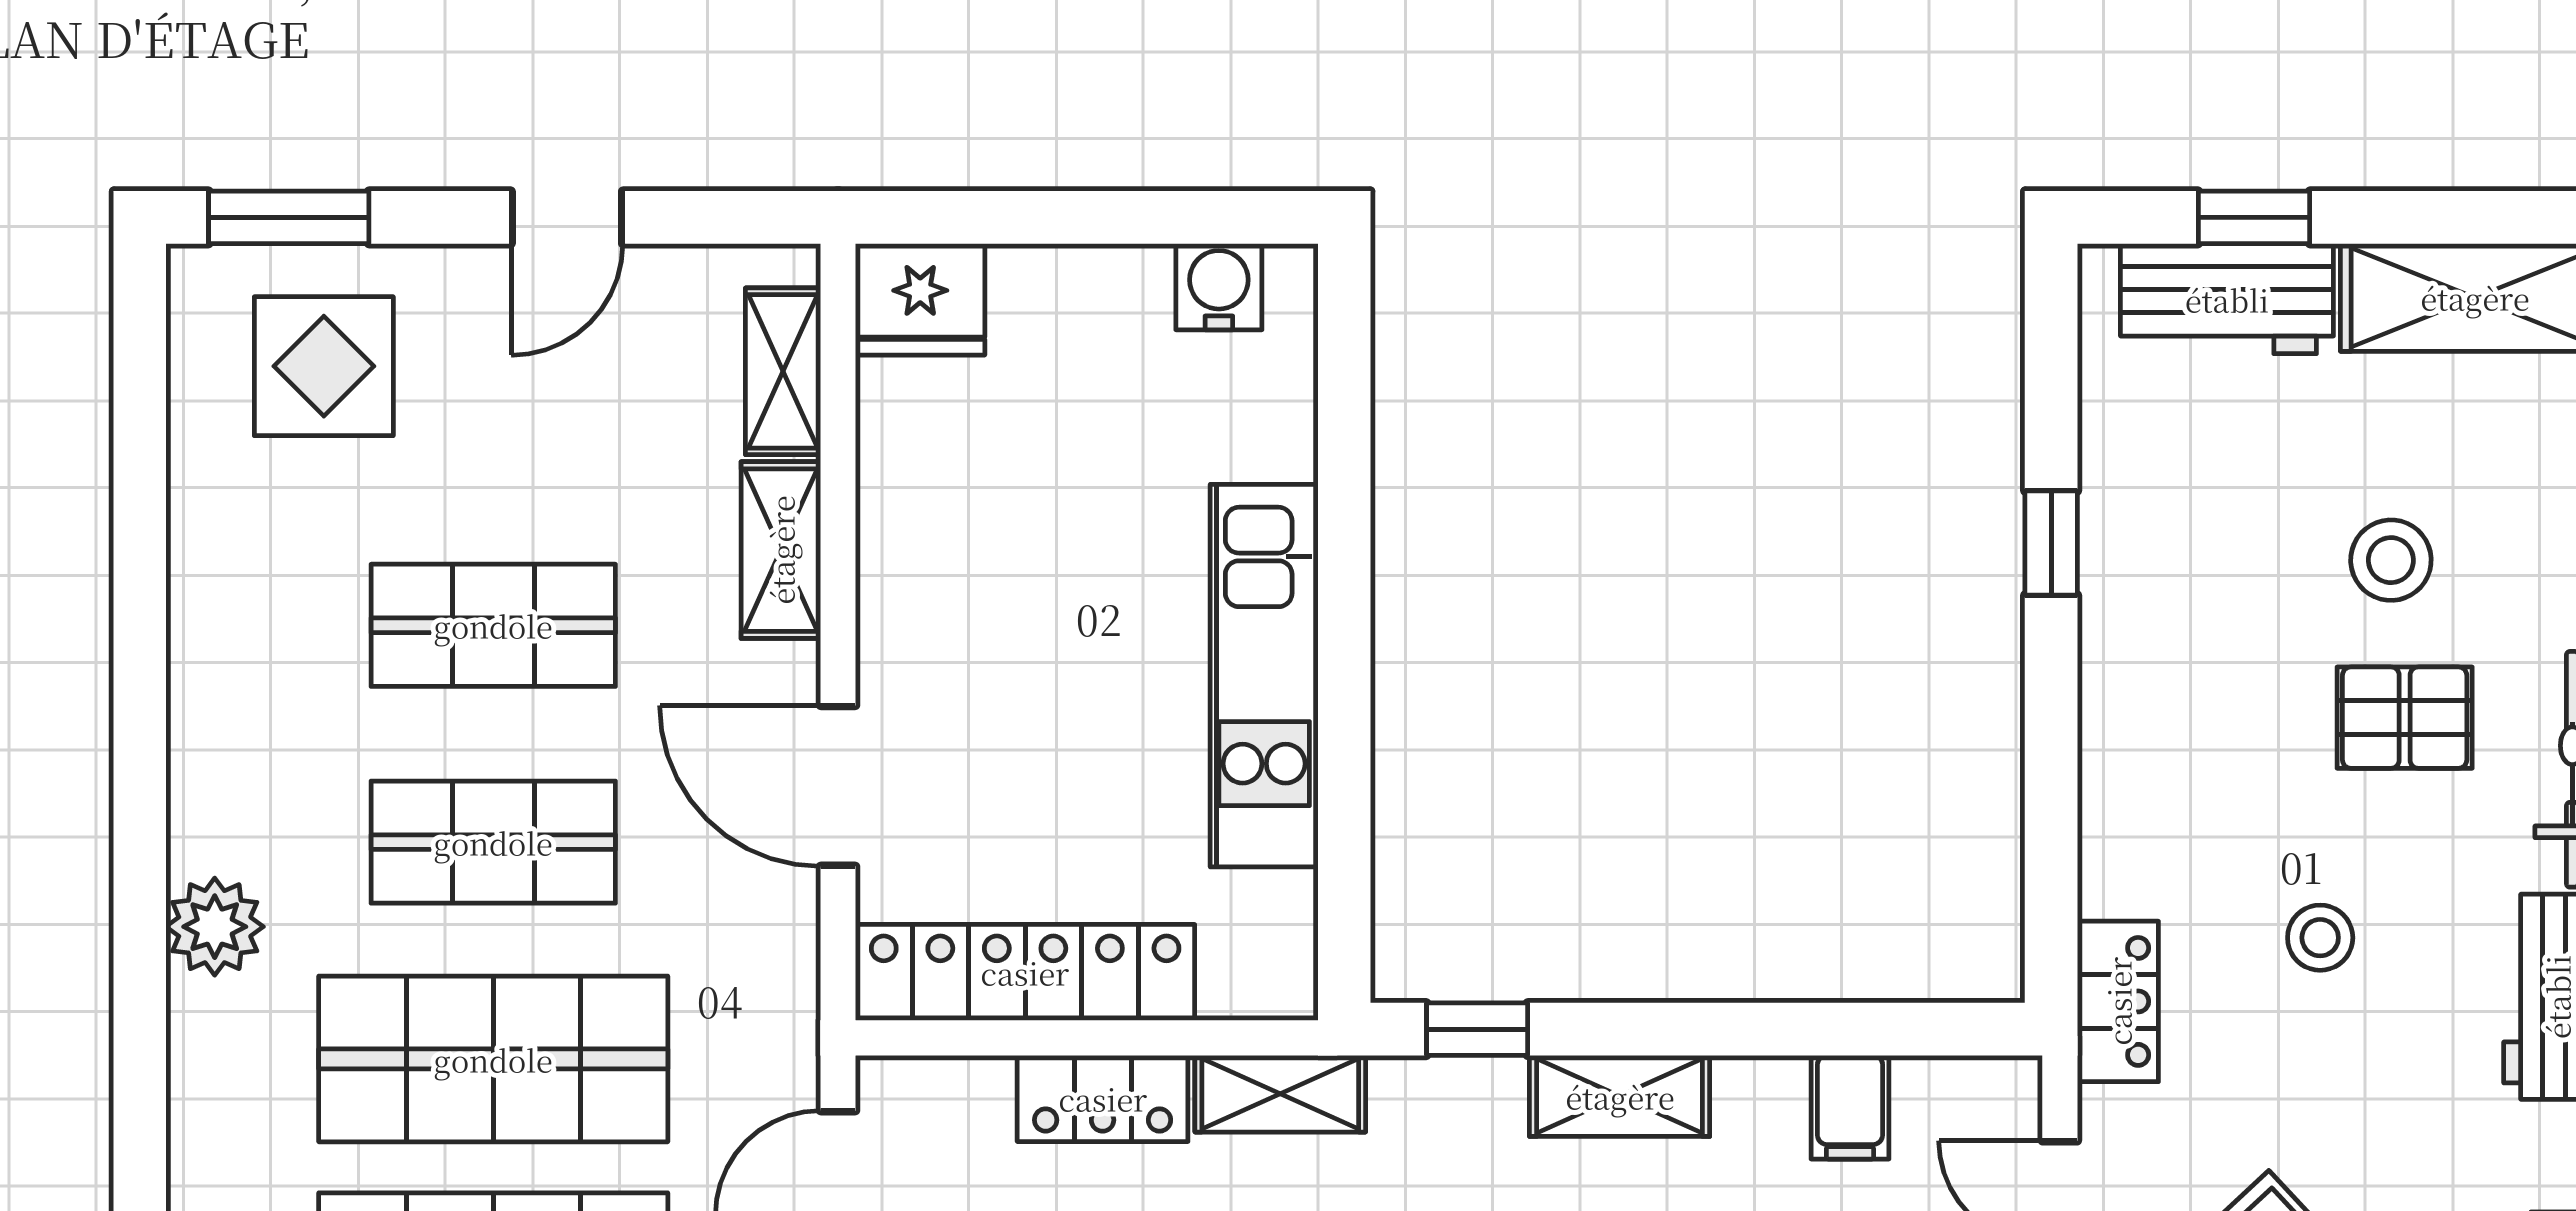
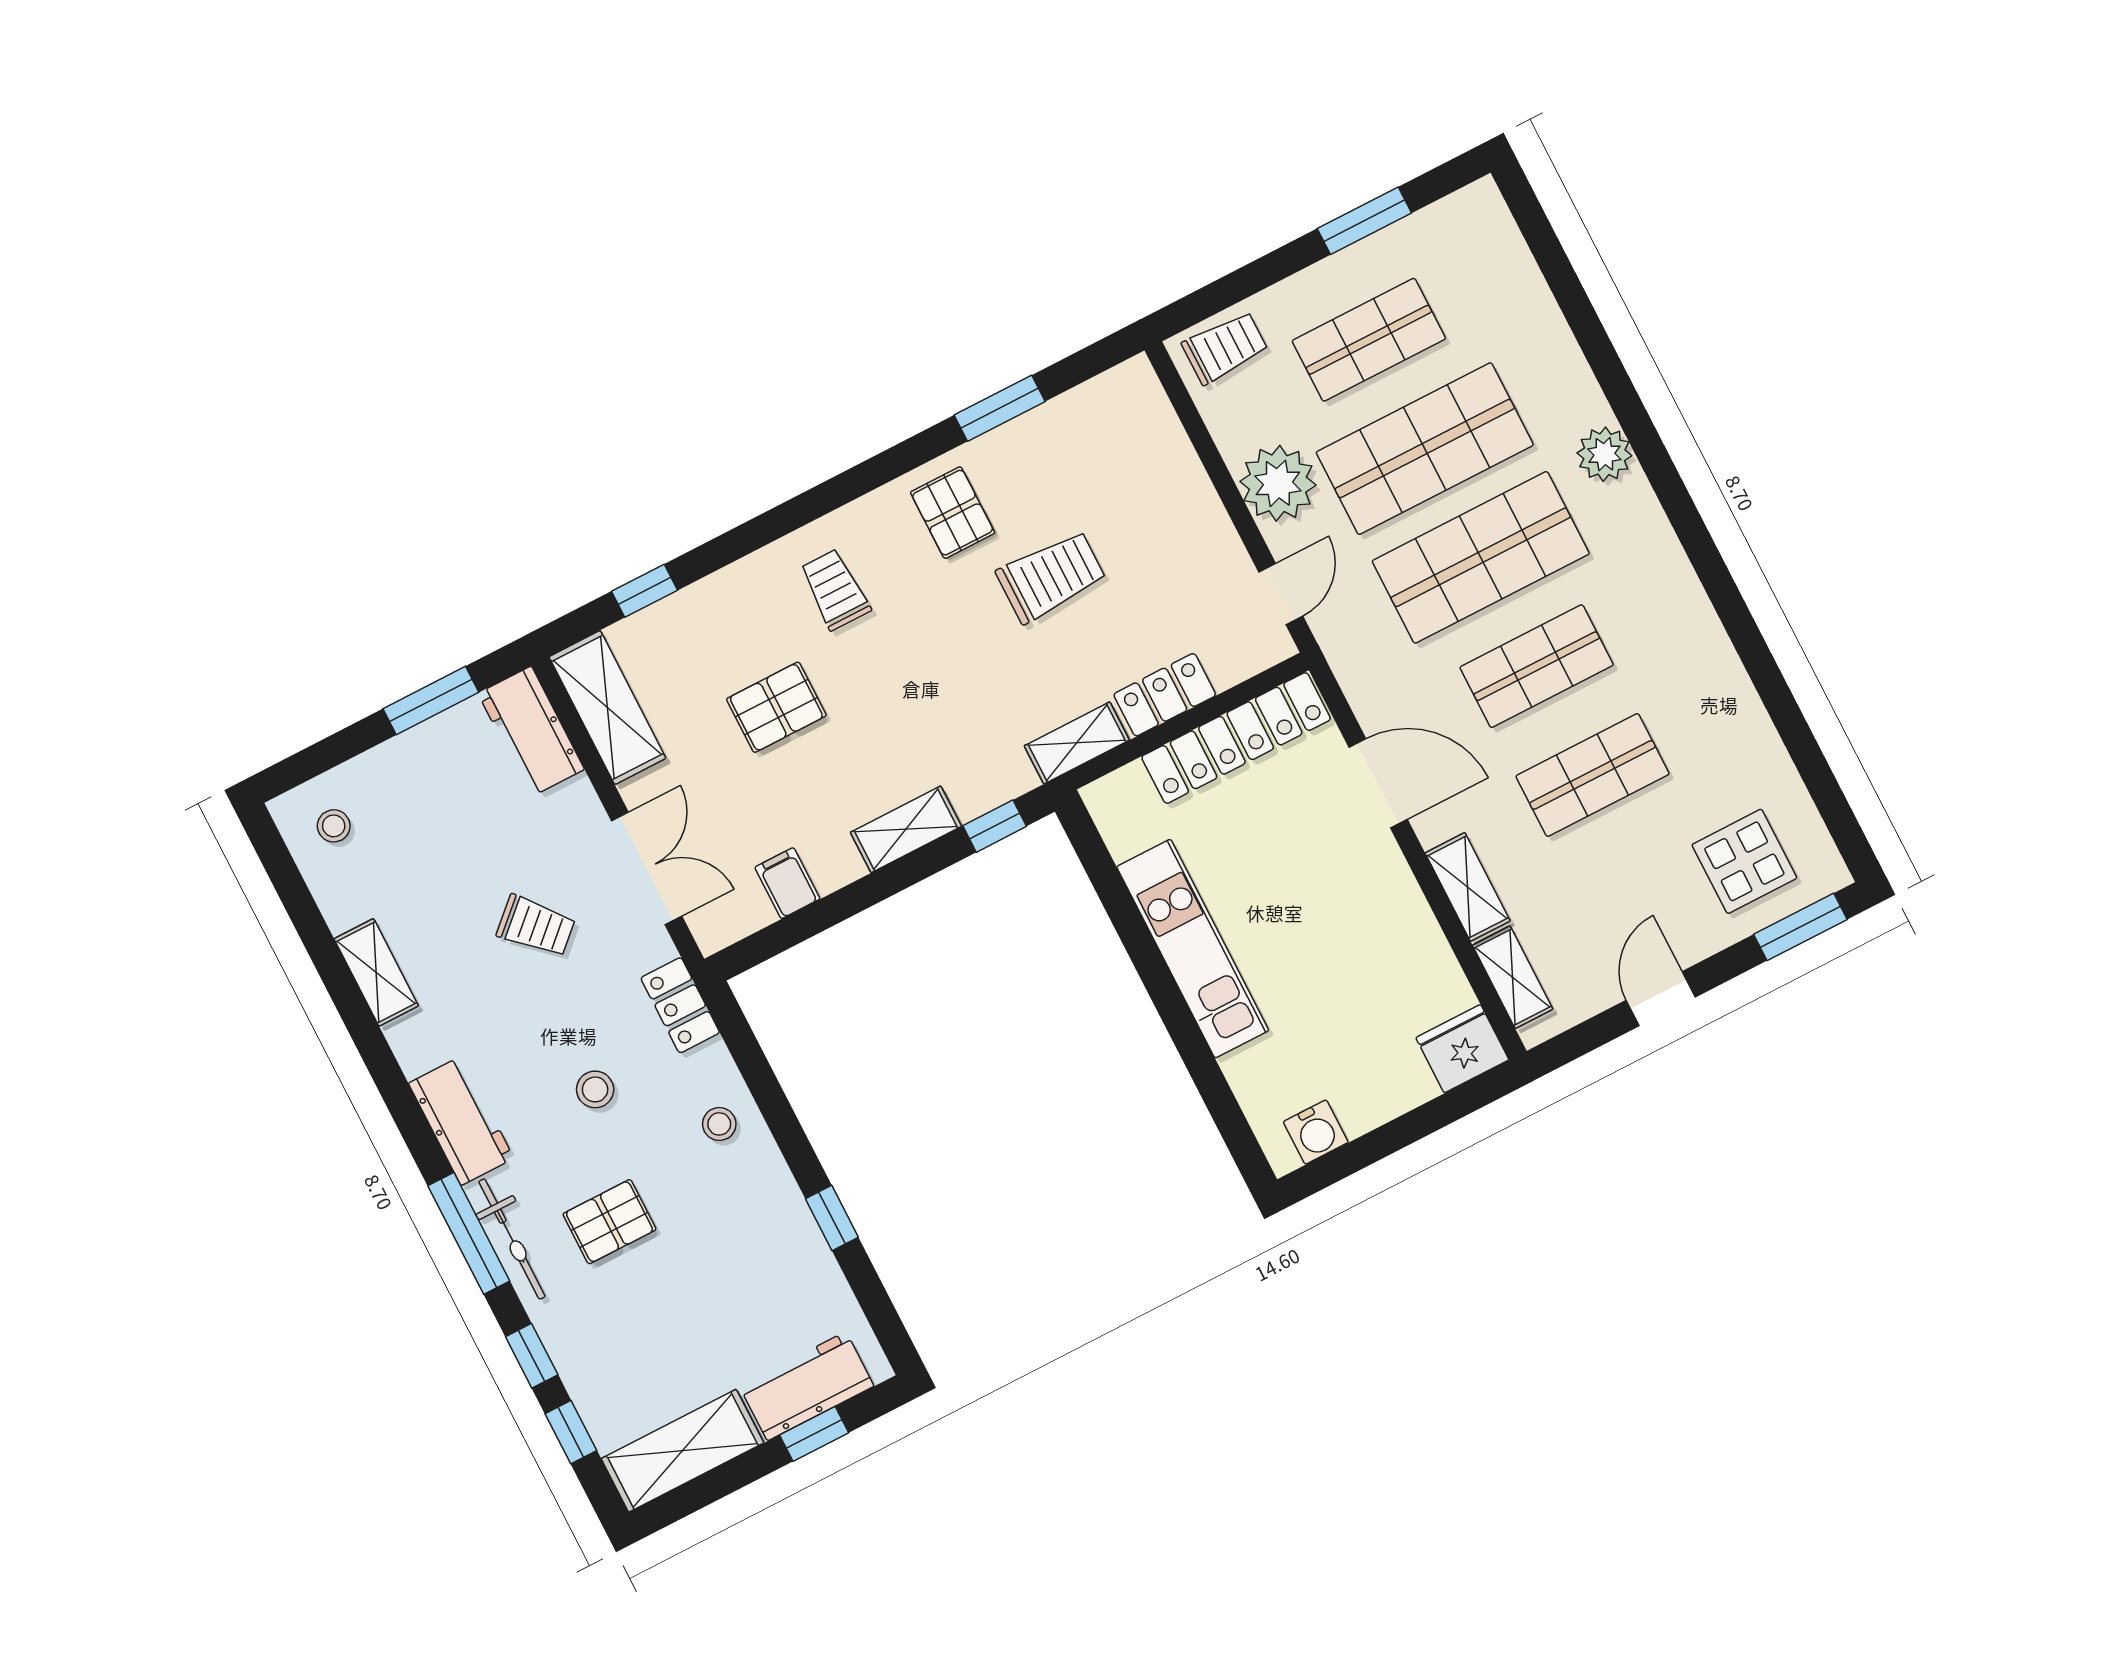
stool: (2391, 560) -> (719, 1124), moved, width x0.73, depth x0.73
plant: (215, 927) -> (1604, 454), moved

